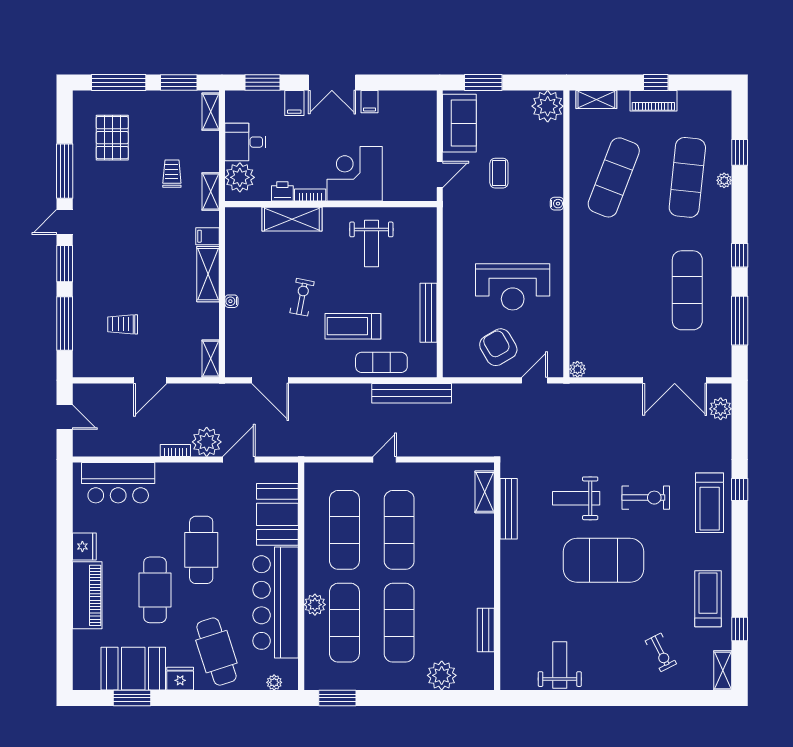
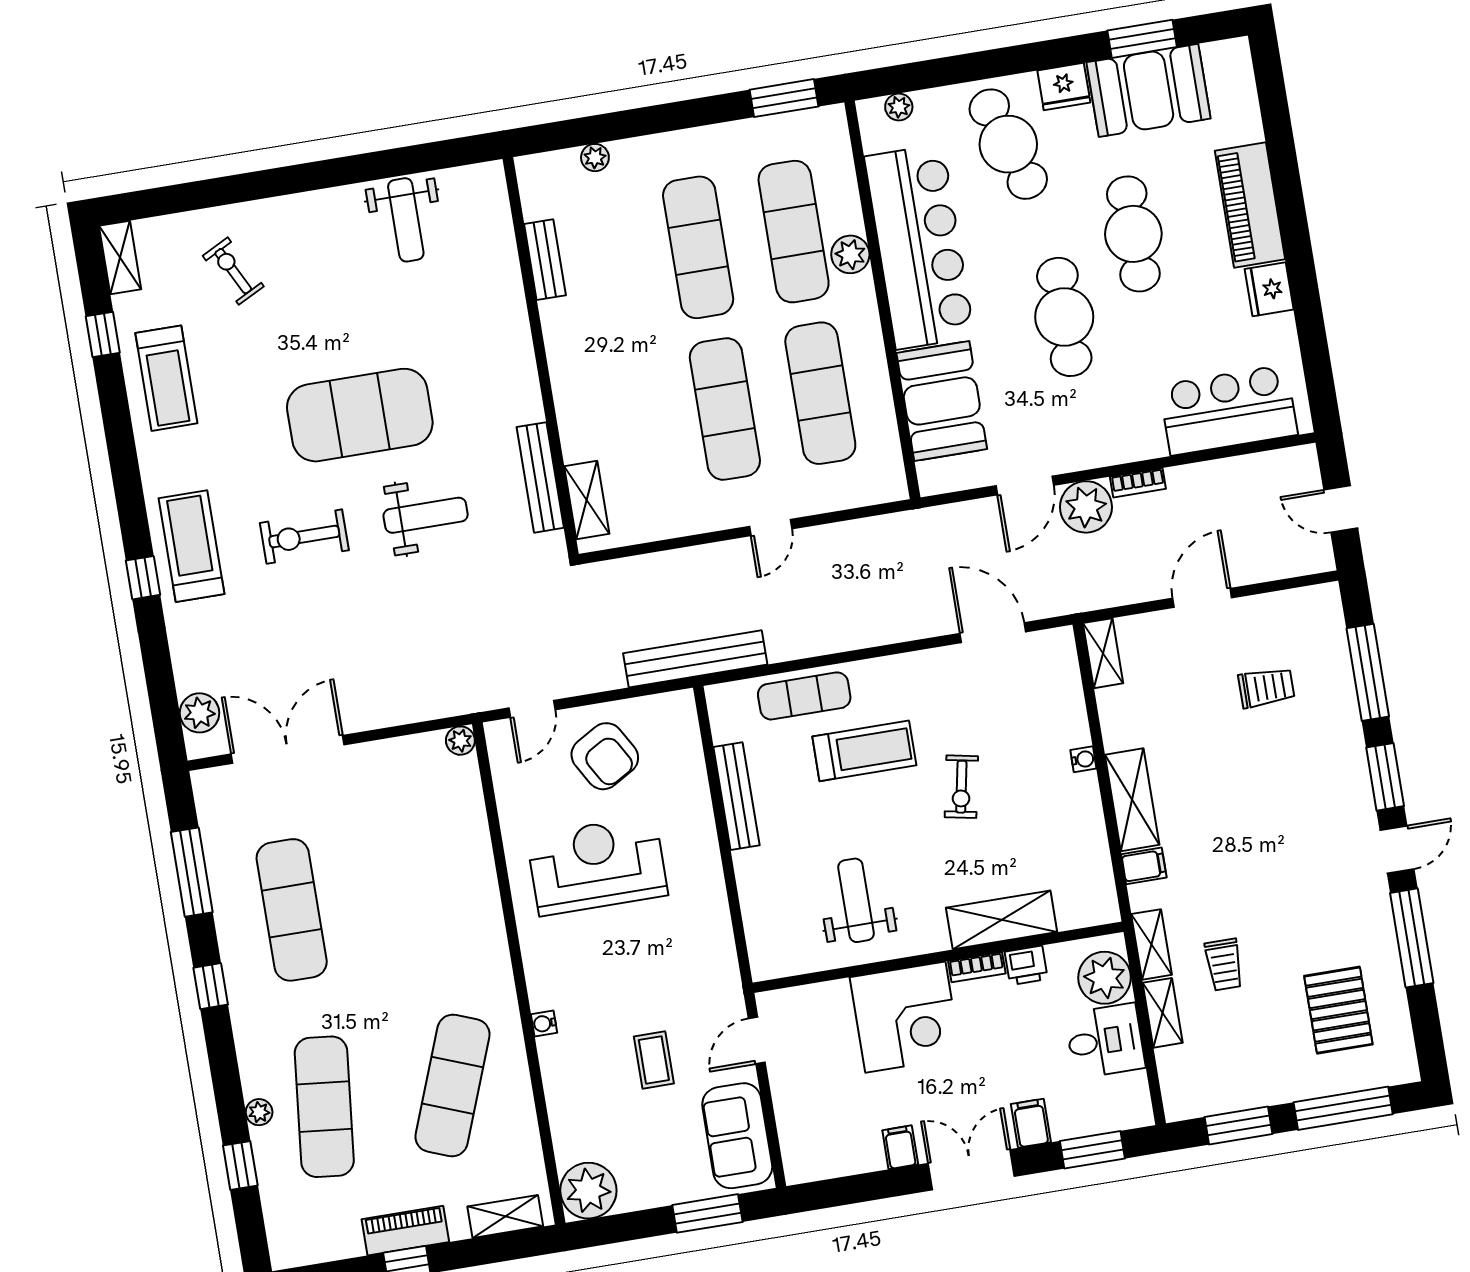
shelving: (211, 112) -> (1163, 1013), moved
bench: (412, 393) -> (695, 659), moved
plant: (442, 675) -> (595, 158), width x0.53, depth x0.53

